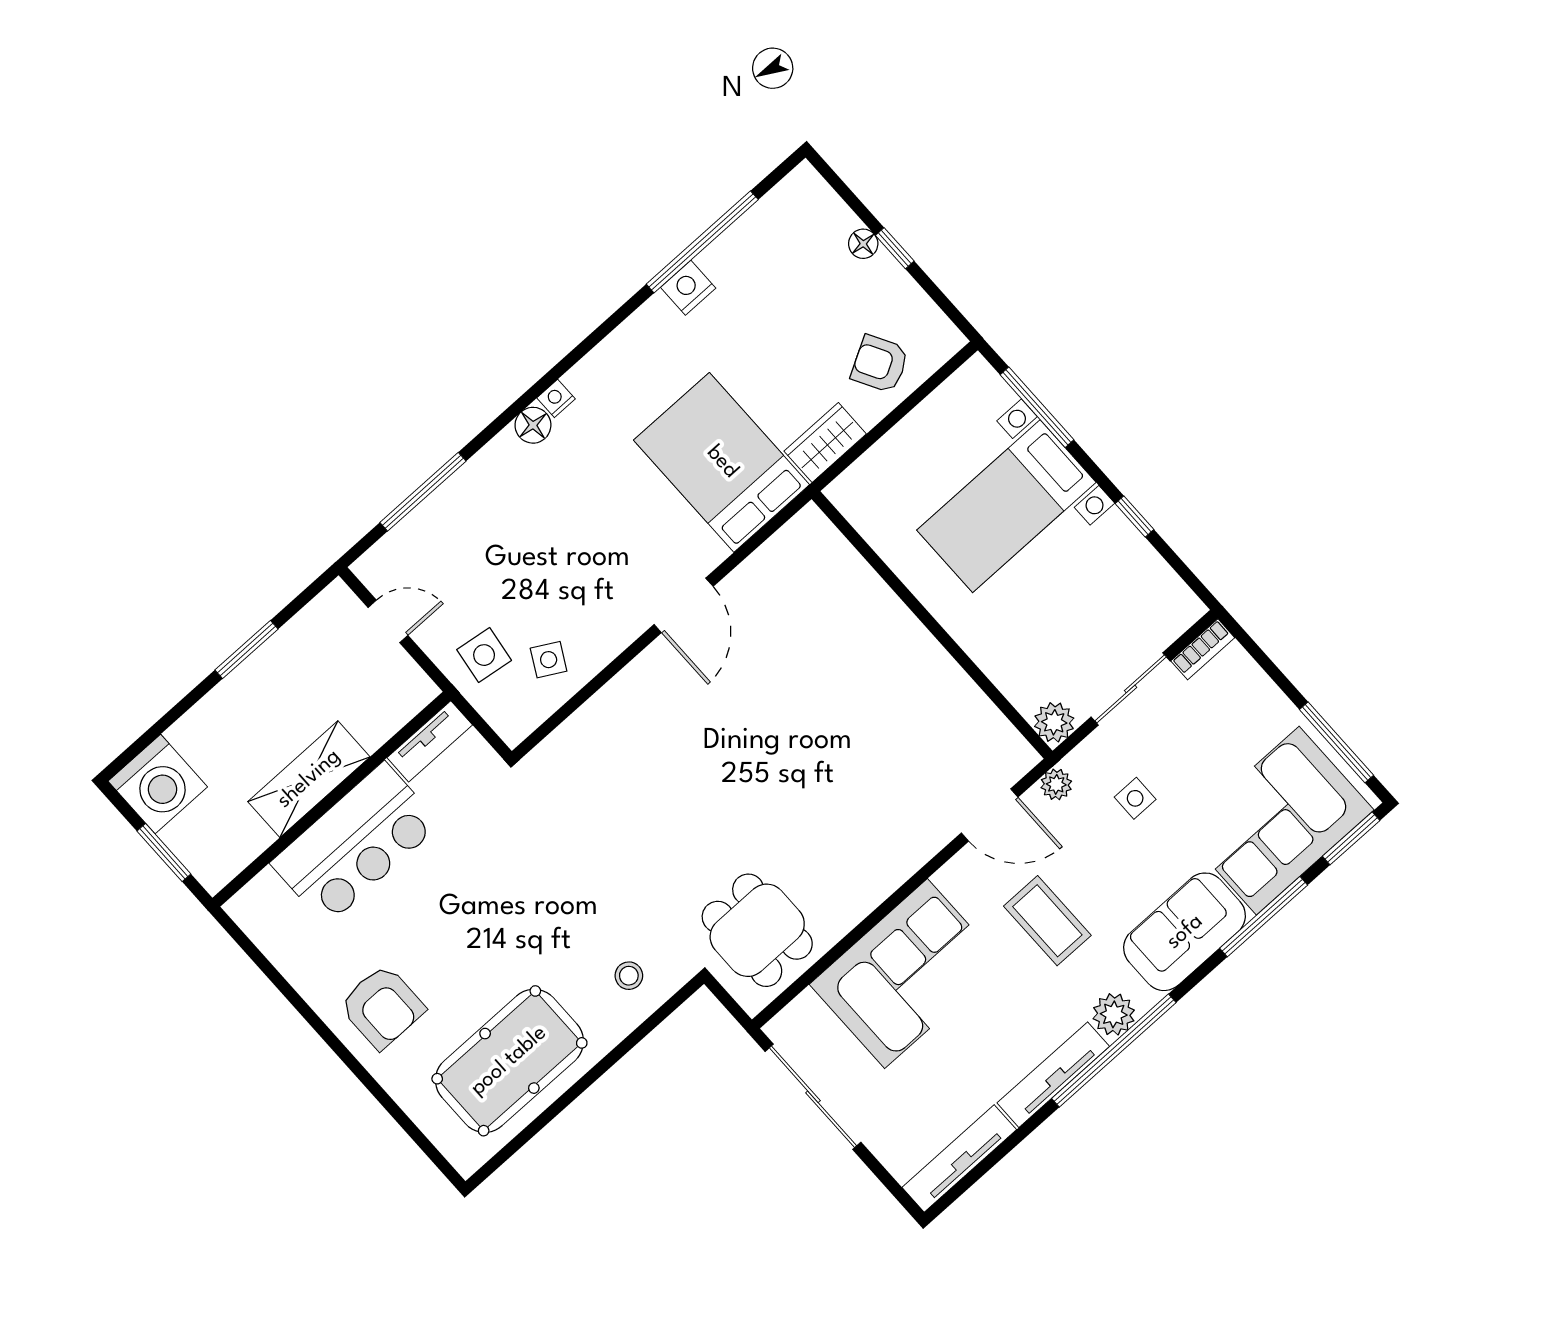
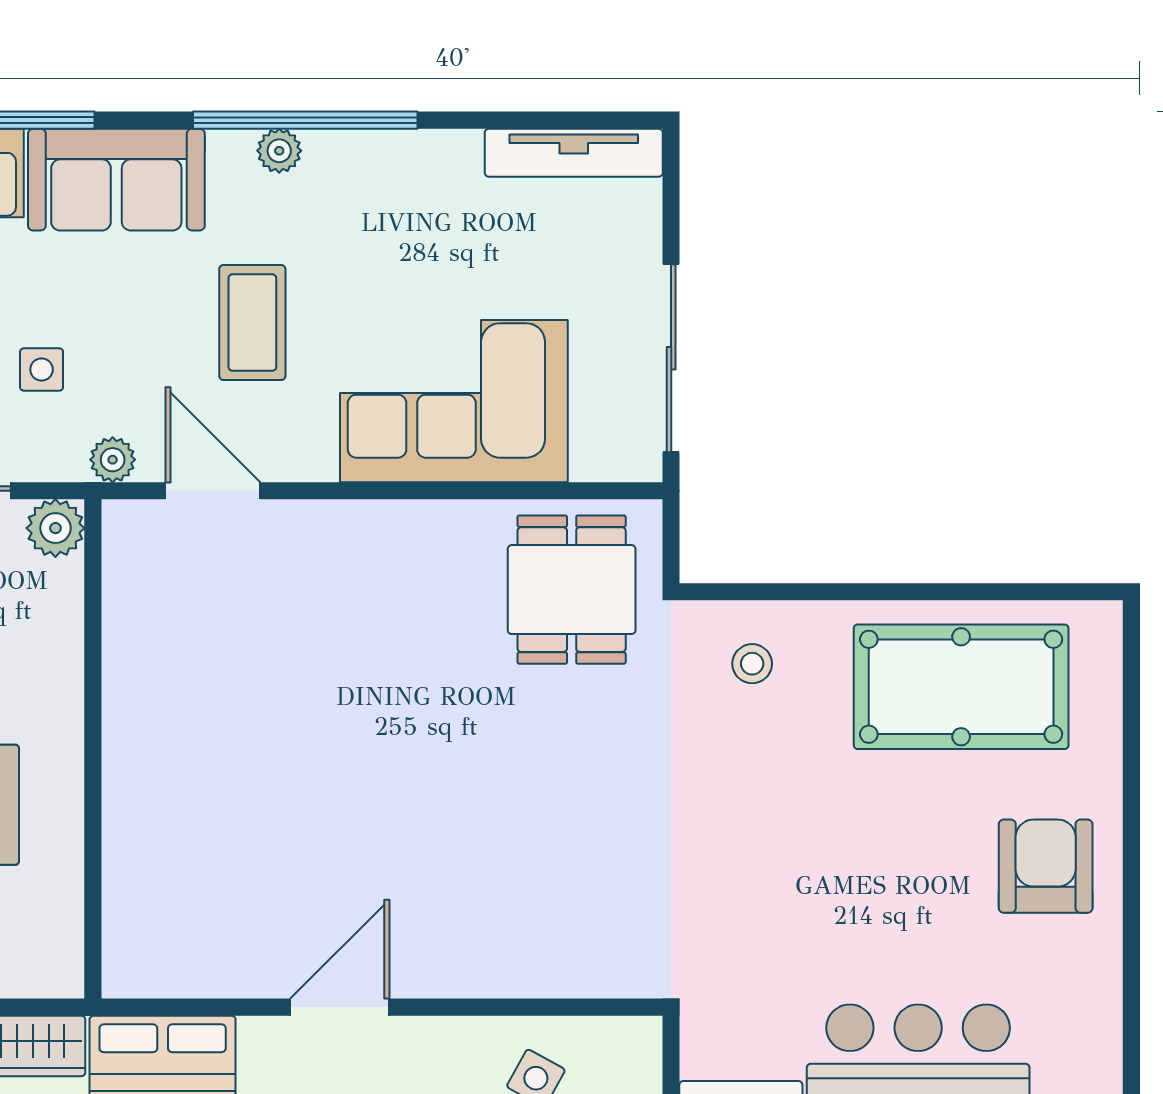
plant: (1114, 1014) -> (279, 151), width x0.73, depth x0.73
tv unit: (1053, 1075) -> (393, 152), removed

